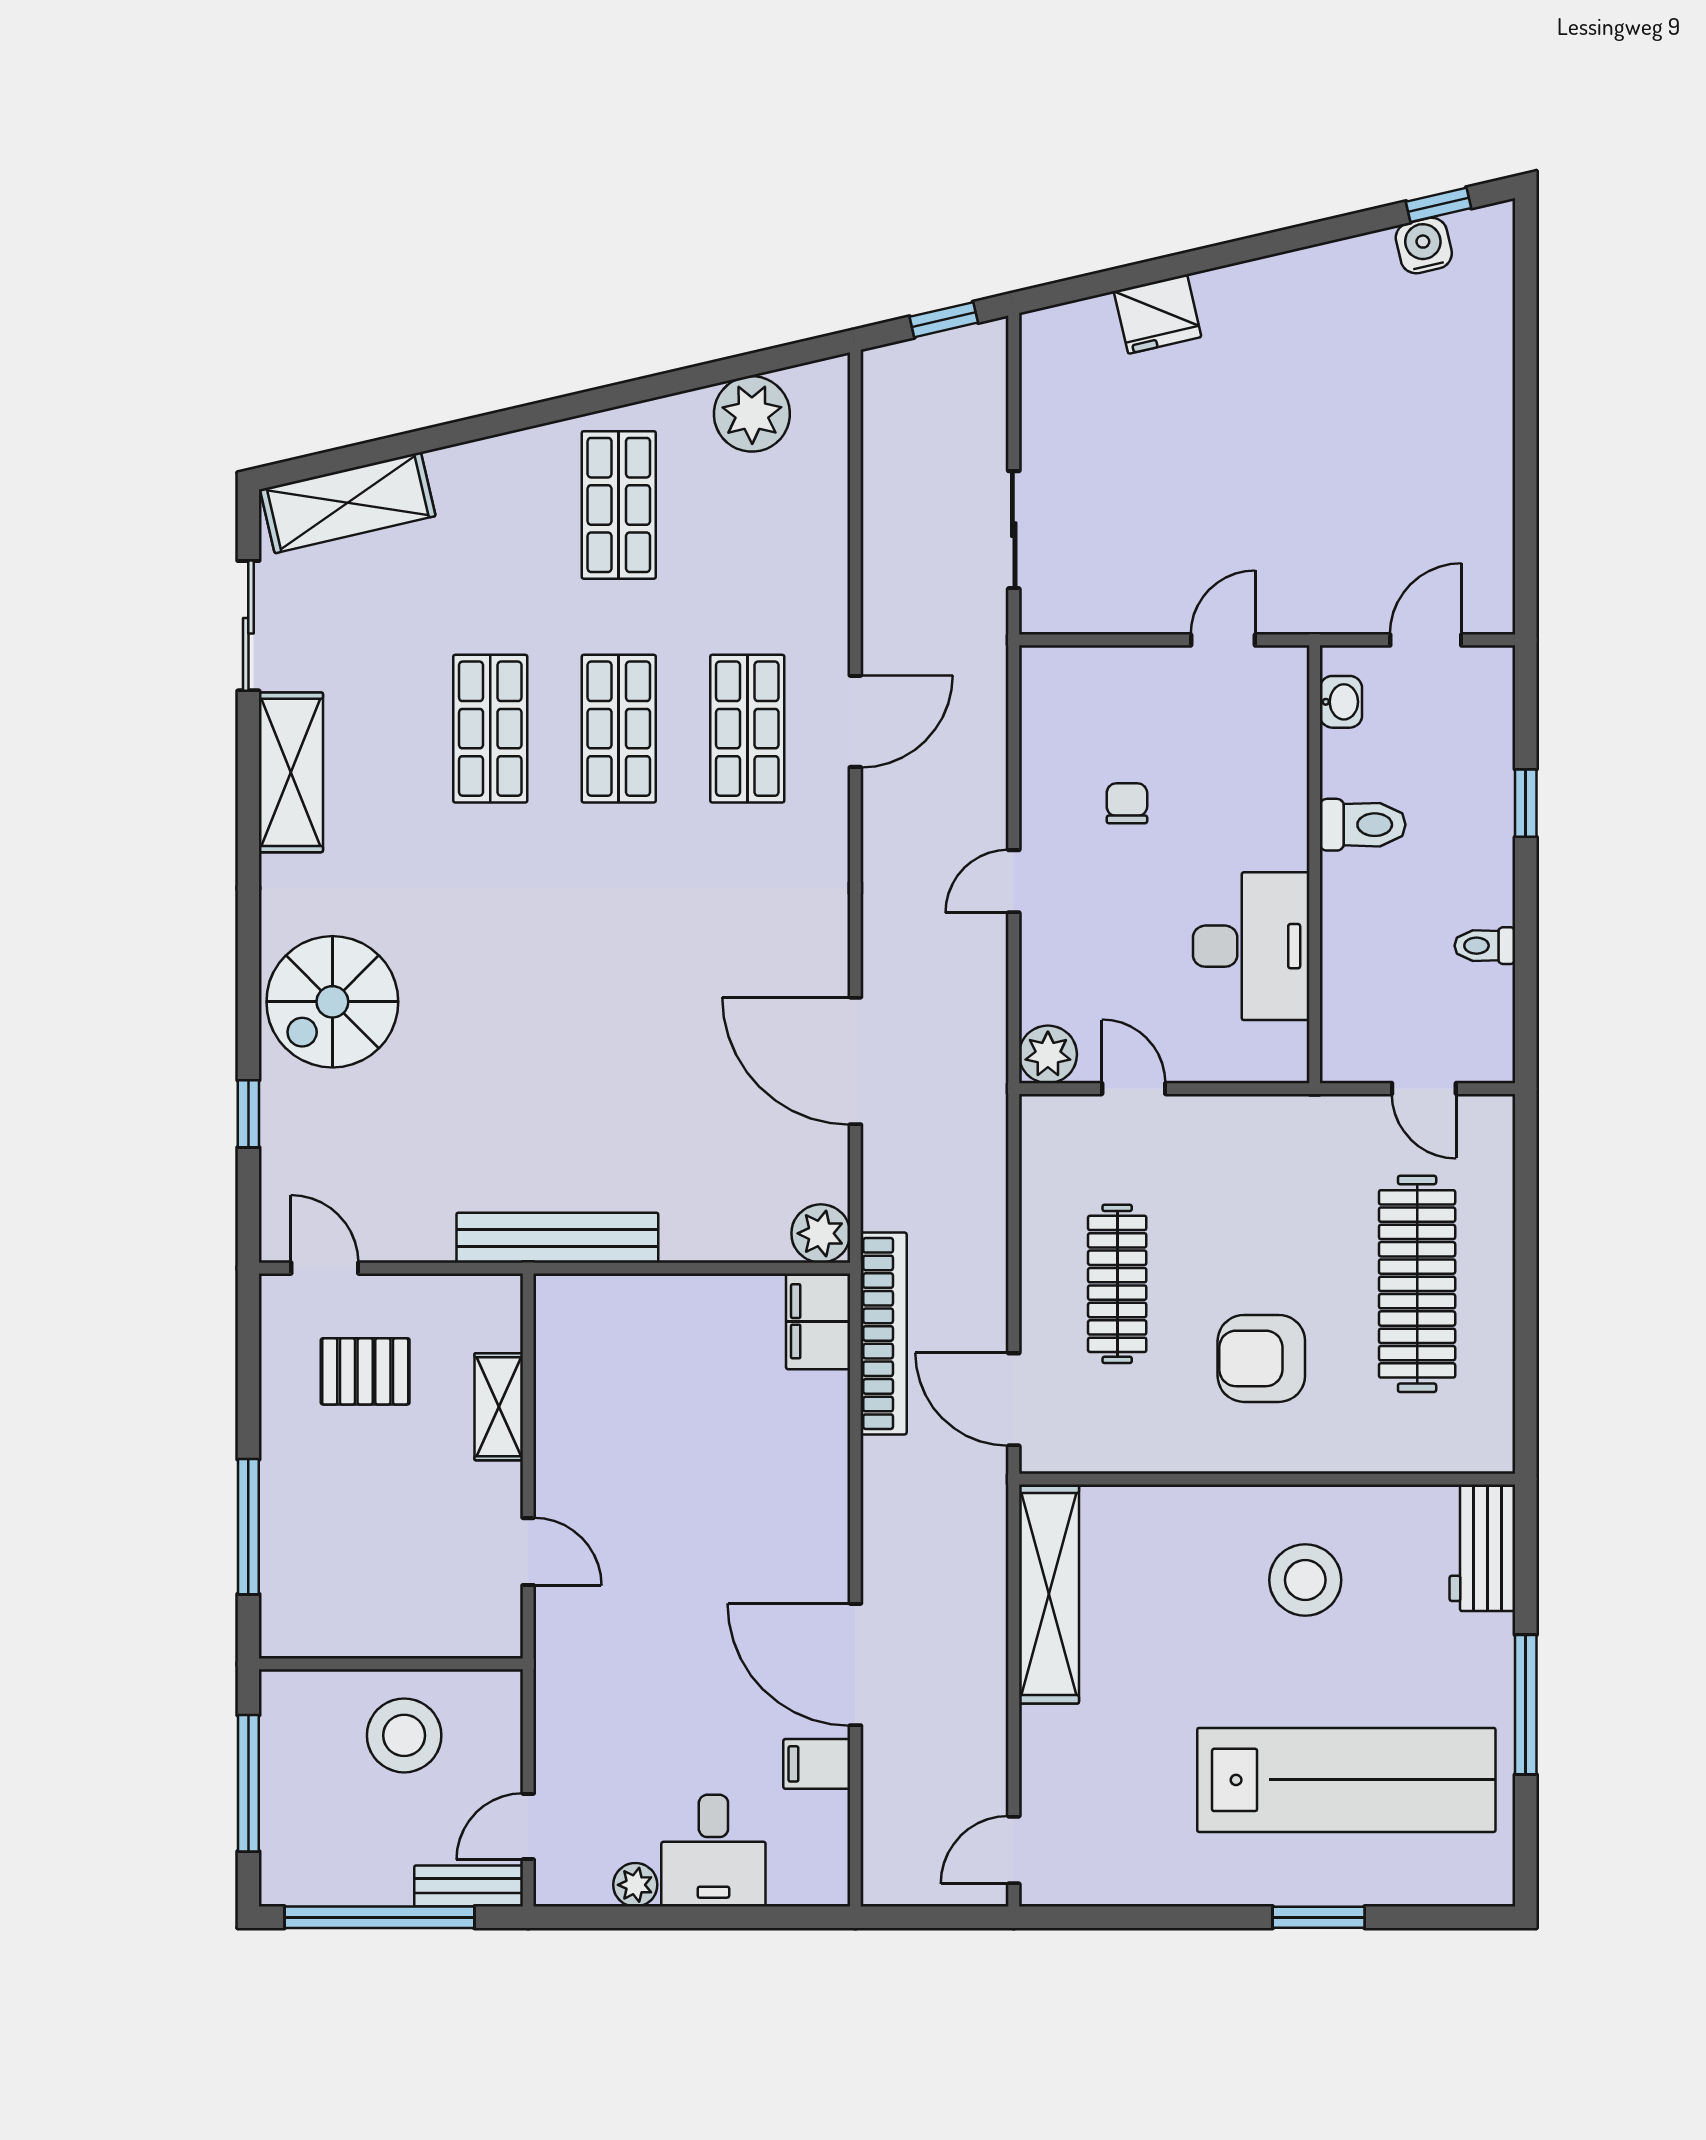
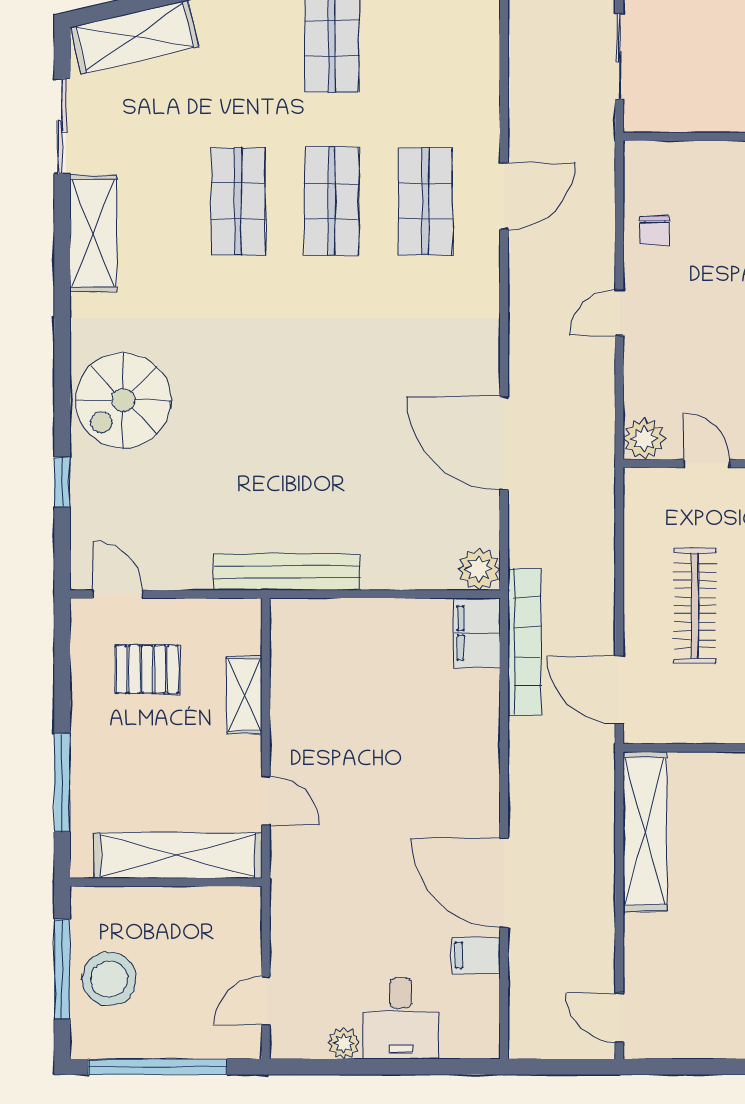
chair: (1127, 803) -> (655, 231), moved, turned 180
shelving: (407, 1627) -> (178, 856), added
stool: (404, 1735) -> (109, 979), moved
door: (1014, 1850) -> (619, 1018), hinge flipped
bench: (469, 1886) -> (222, 1044), removed

